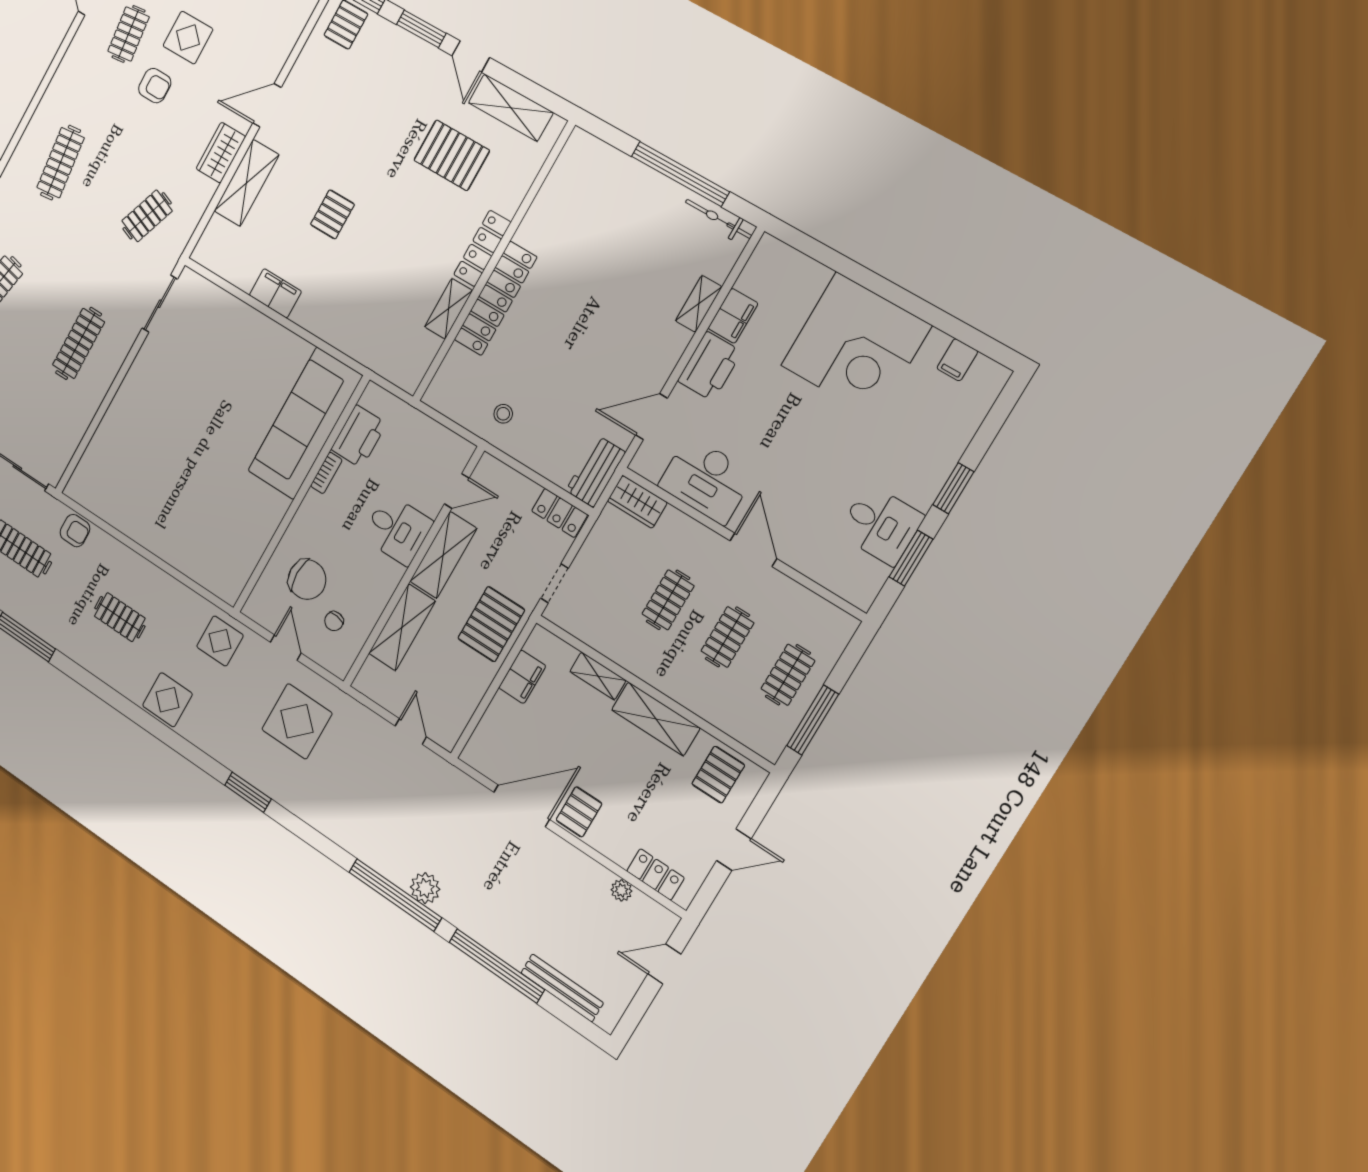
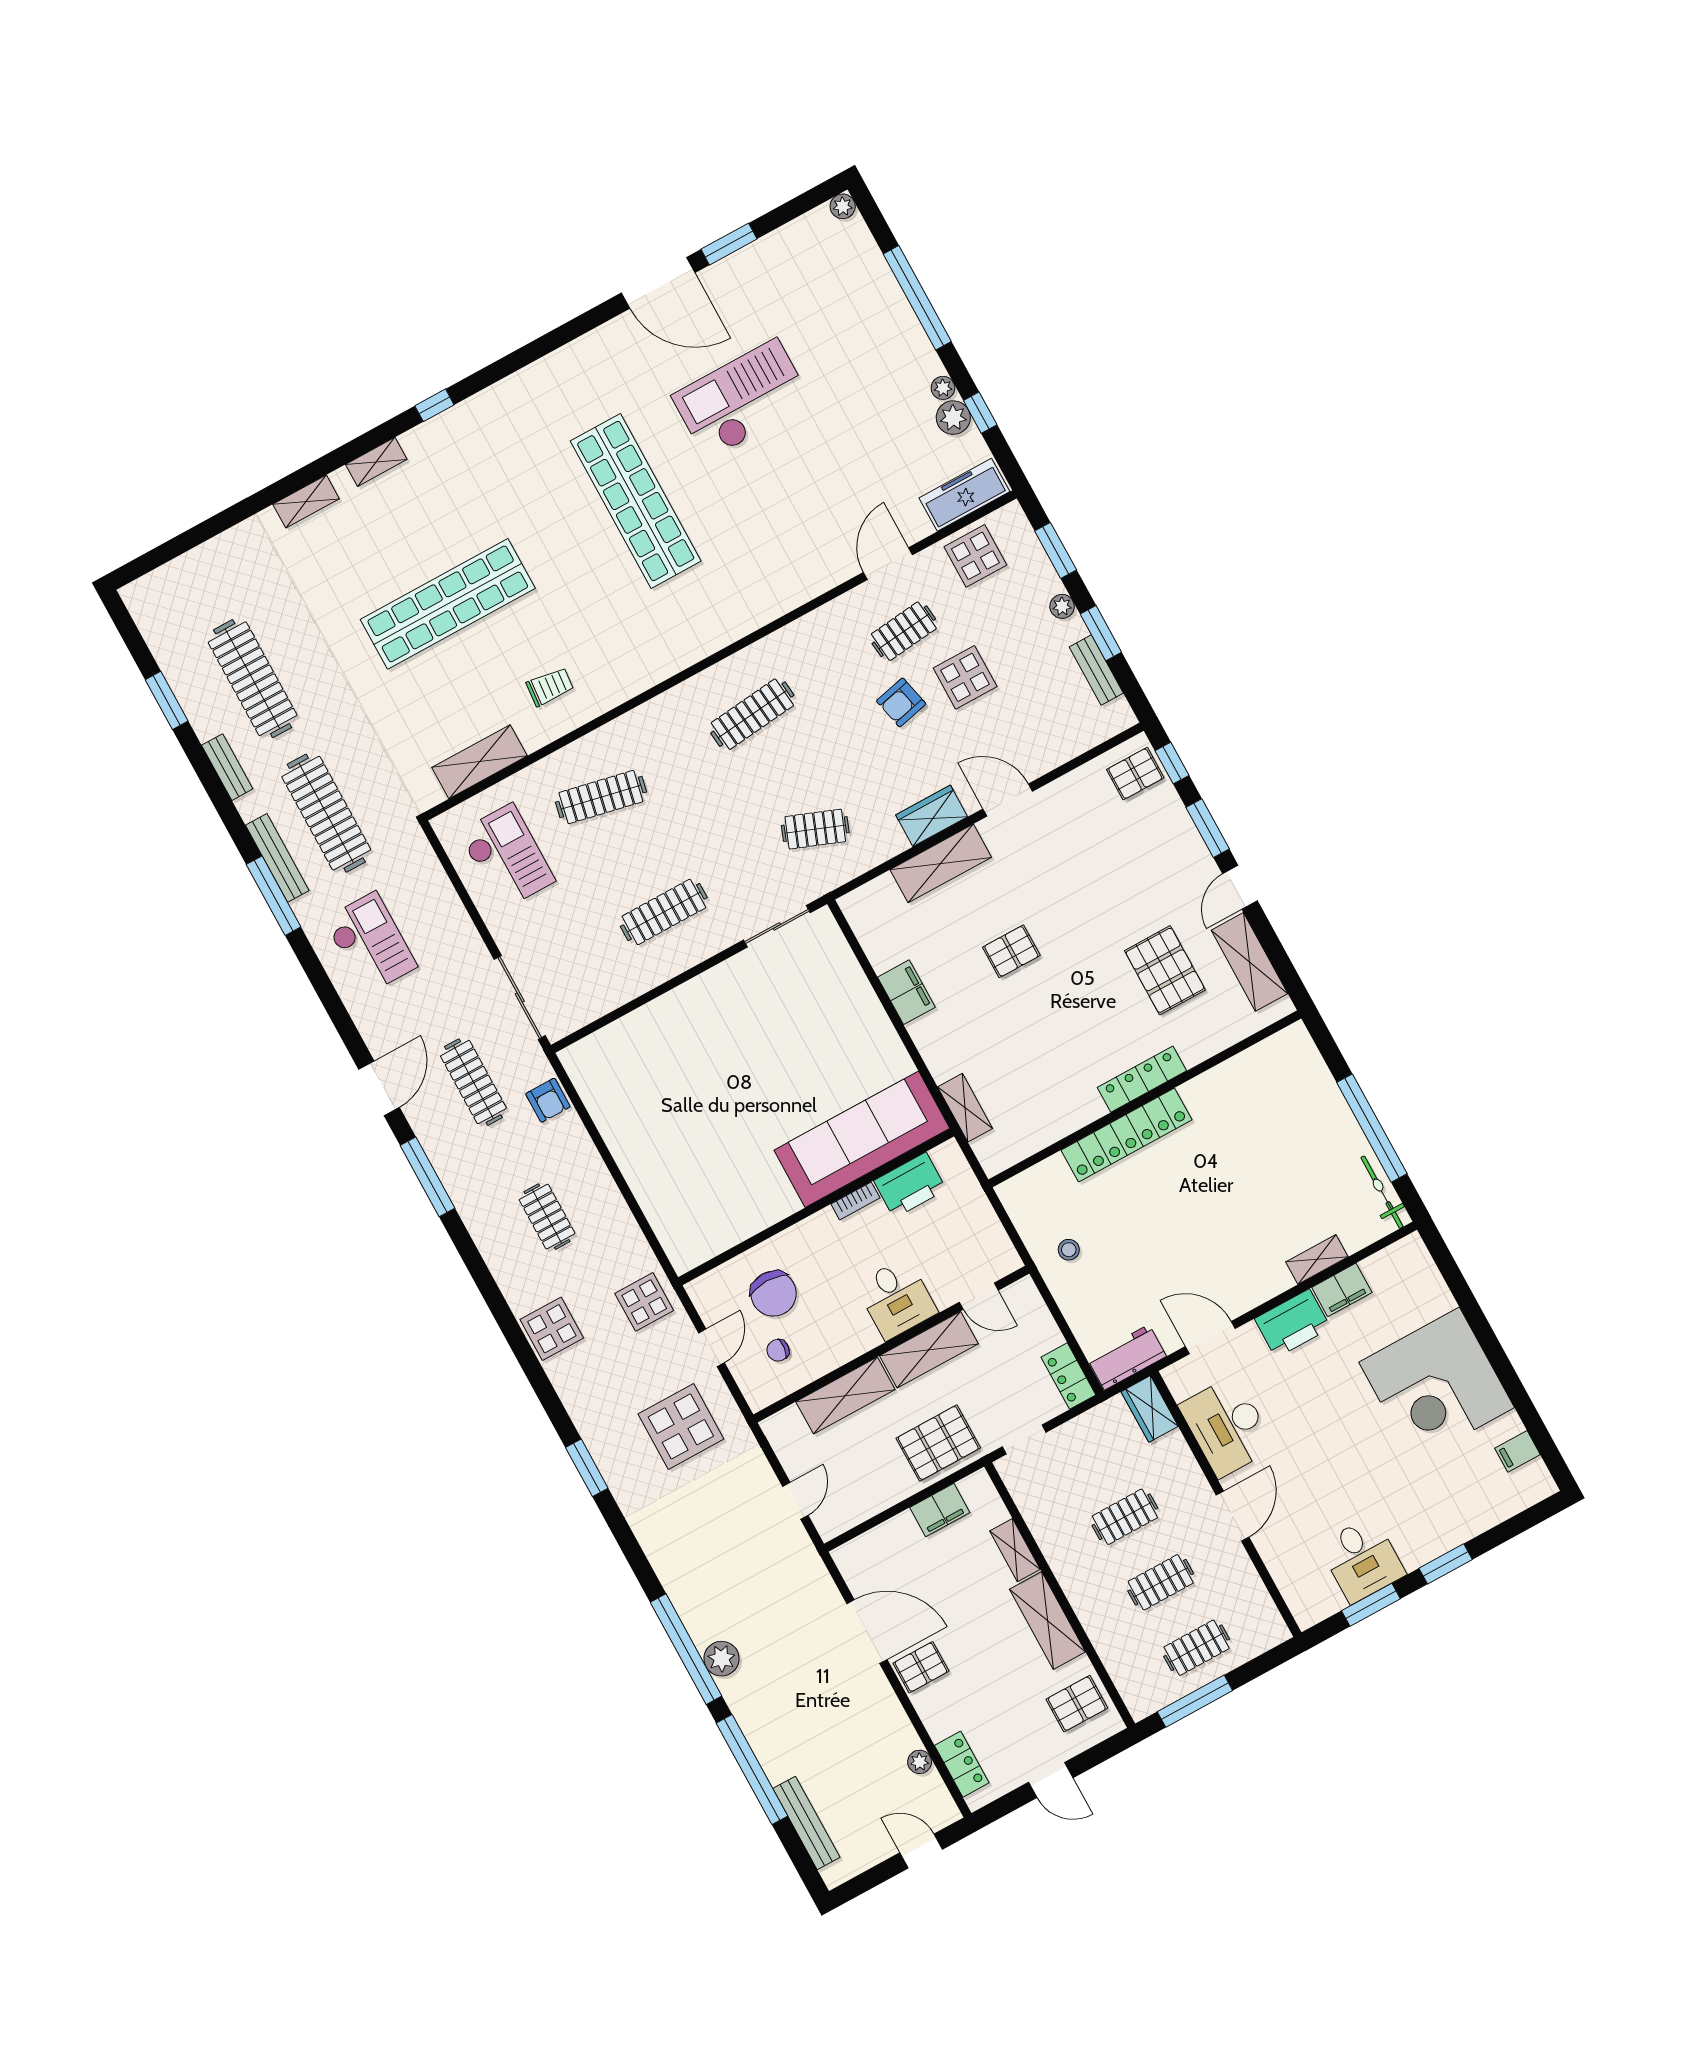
armchair: (155, 86) -> (901, 702), turned 77
shelving: (449, 309) -> (965, 1108), moved, turned 90

